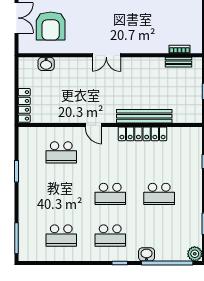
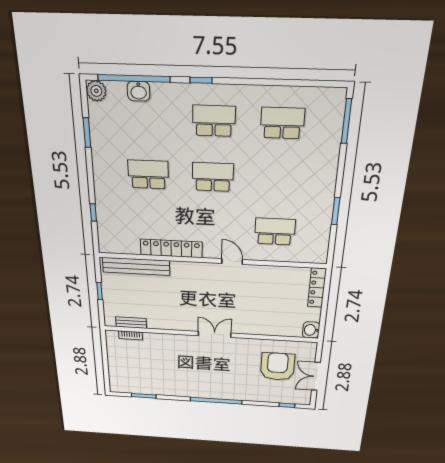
washbasin: (46, 64) -> (311, 330), moved, turned -90
bench: (144, 116) -> (136, 266), moved
washbasin: (147, 254) -> (139, 91), moved

